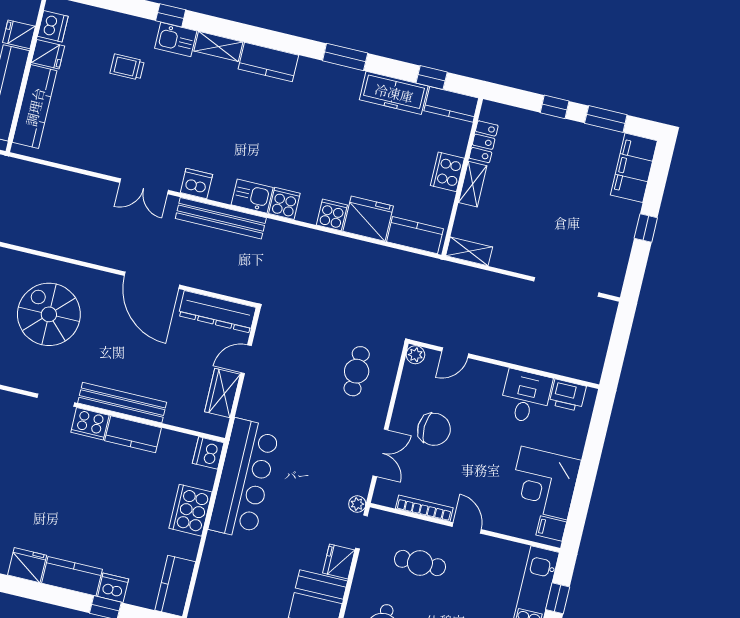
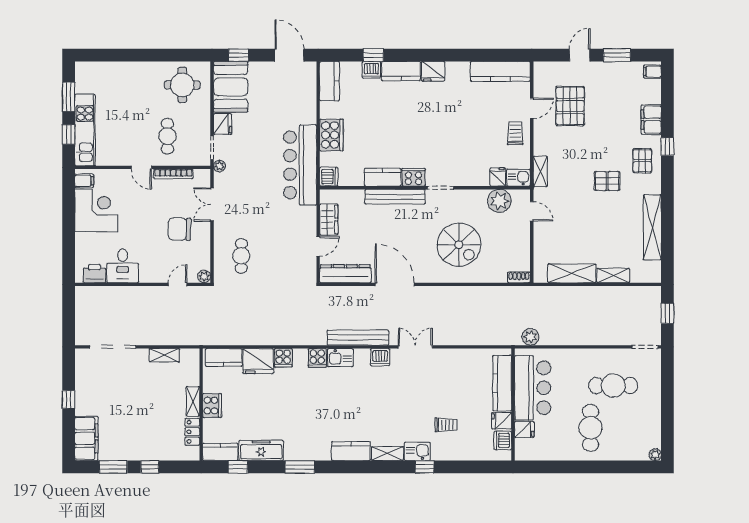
shelving: (469, 251) -> (164, 355), moved
cafe table: (420, 563) -> (167, 136), turned 90

